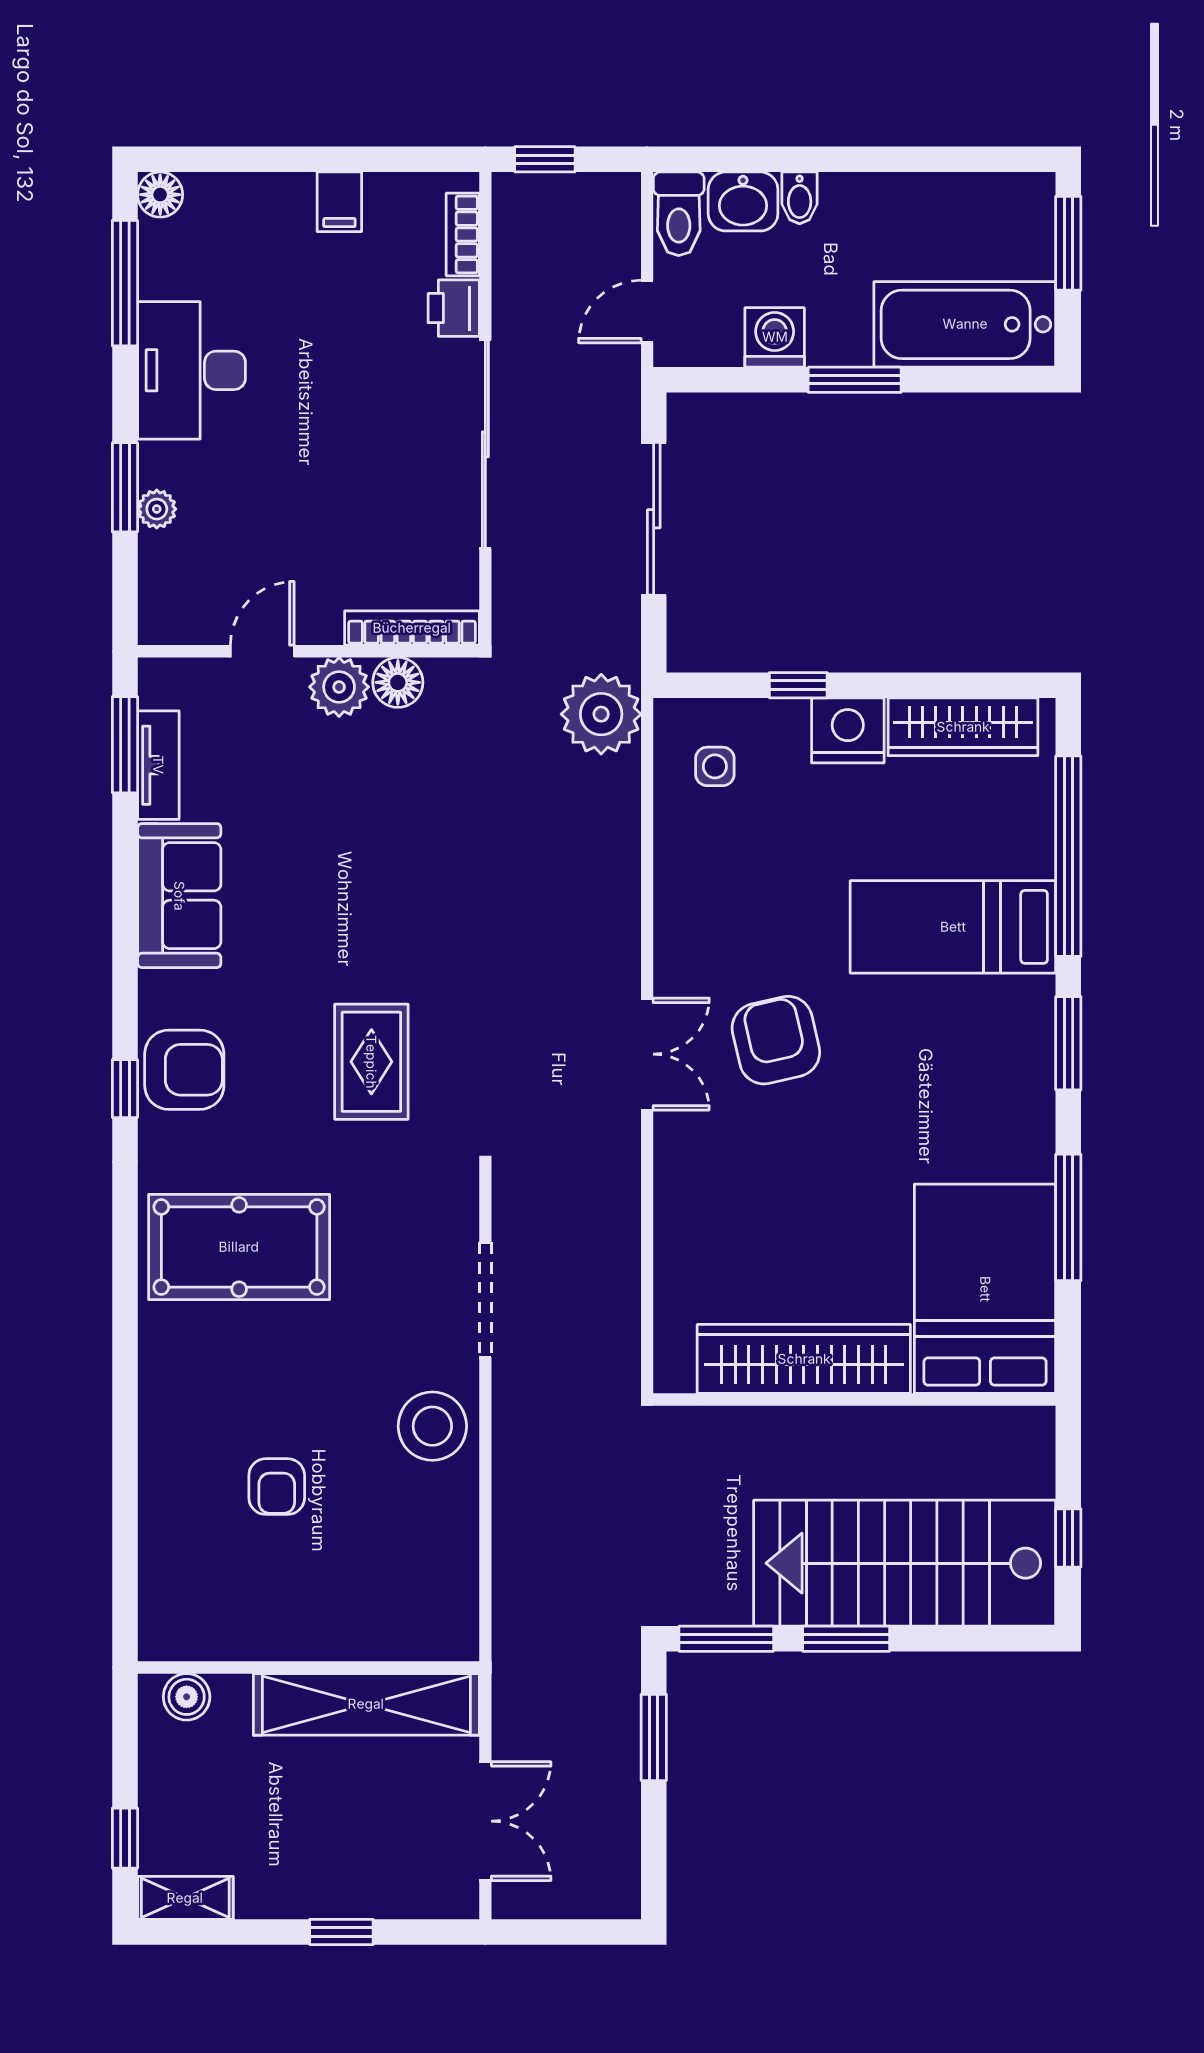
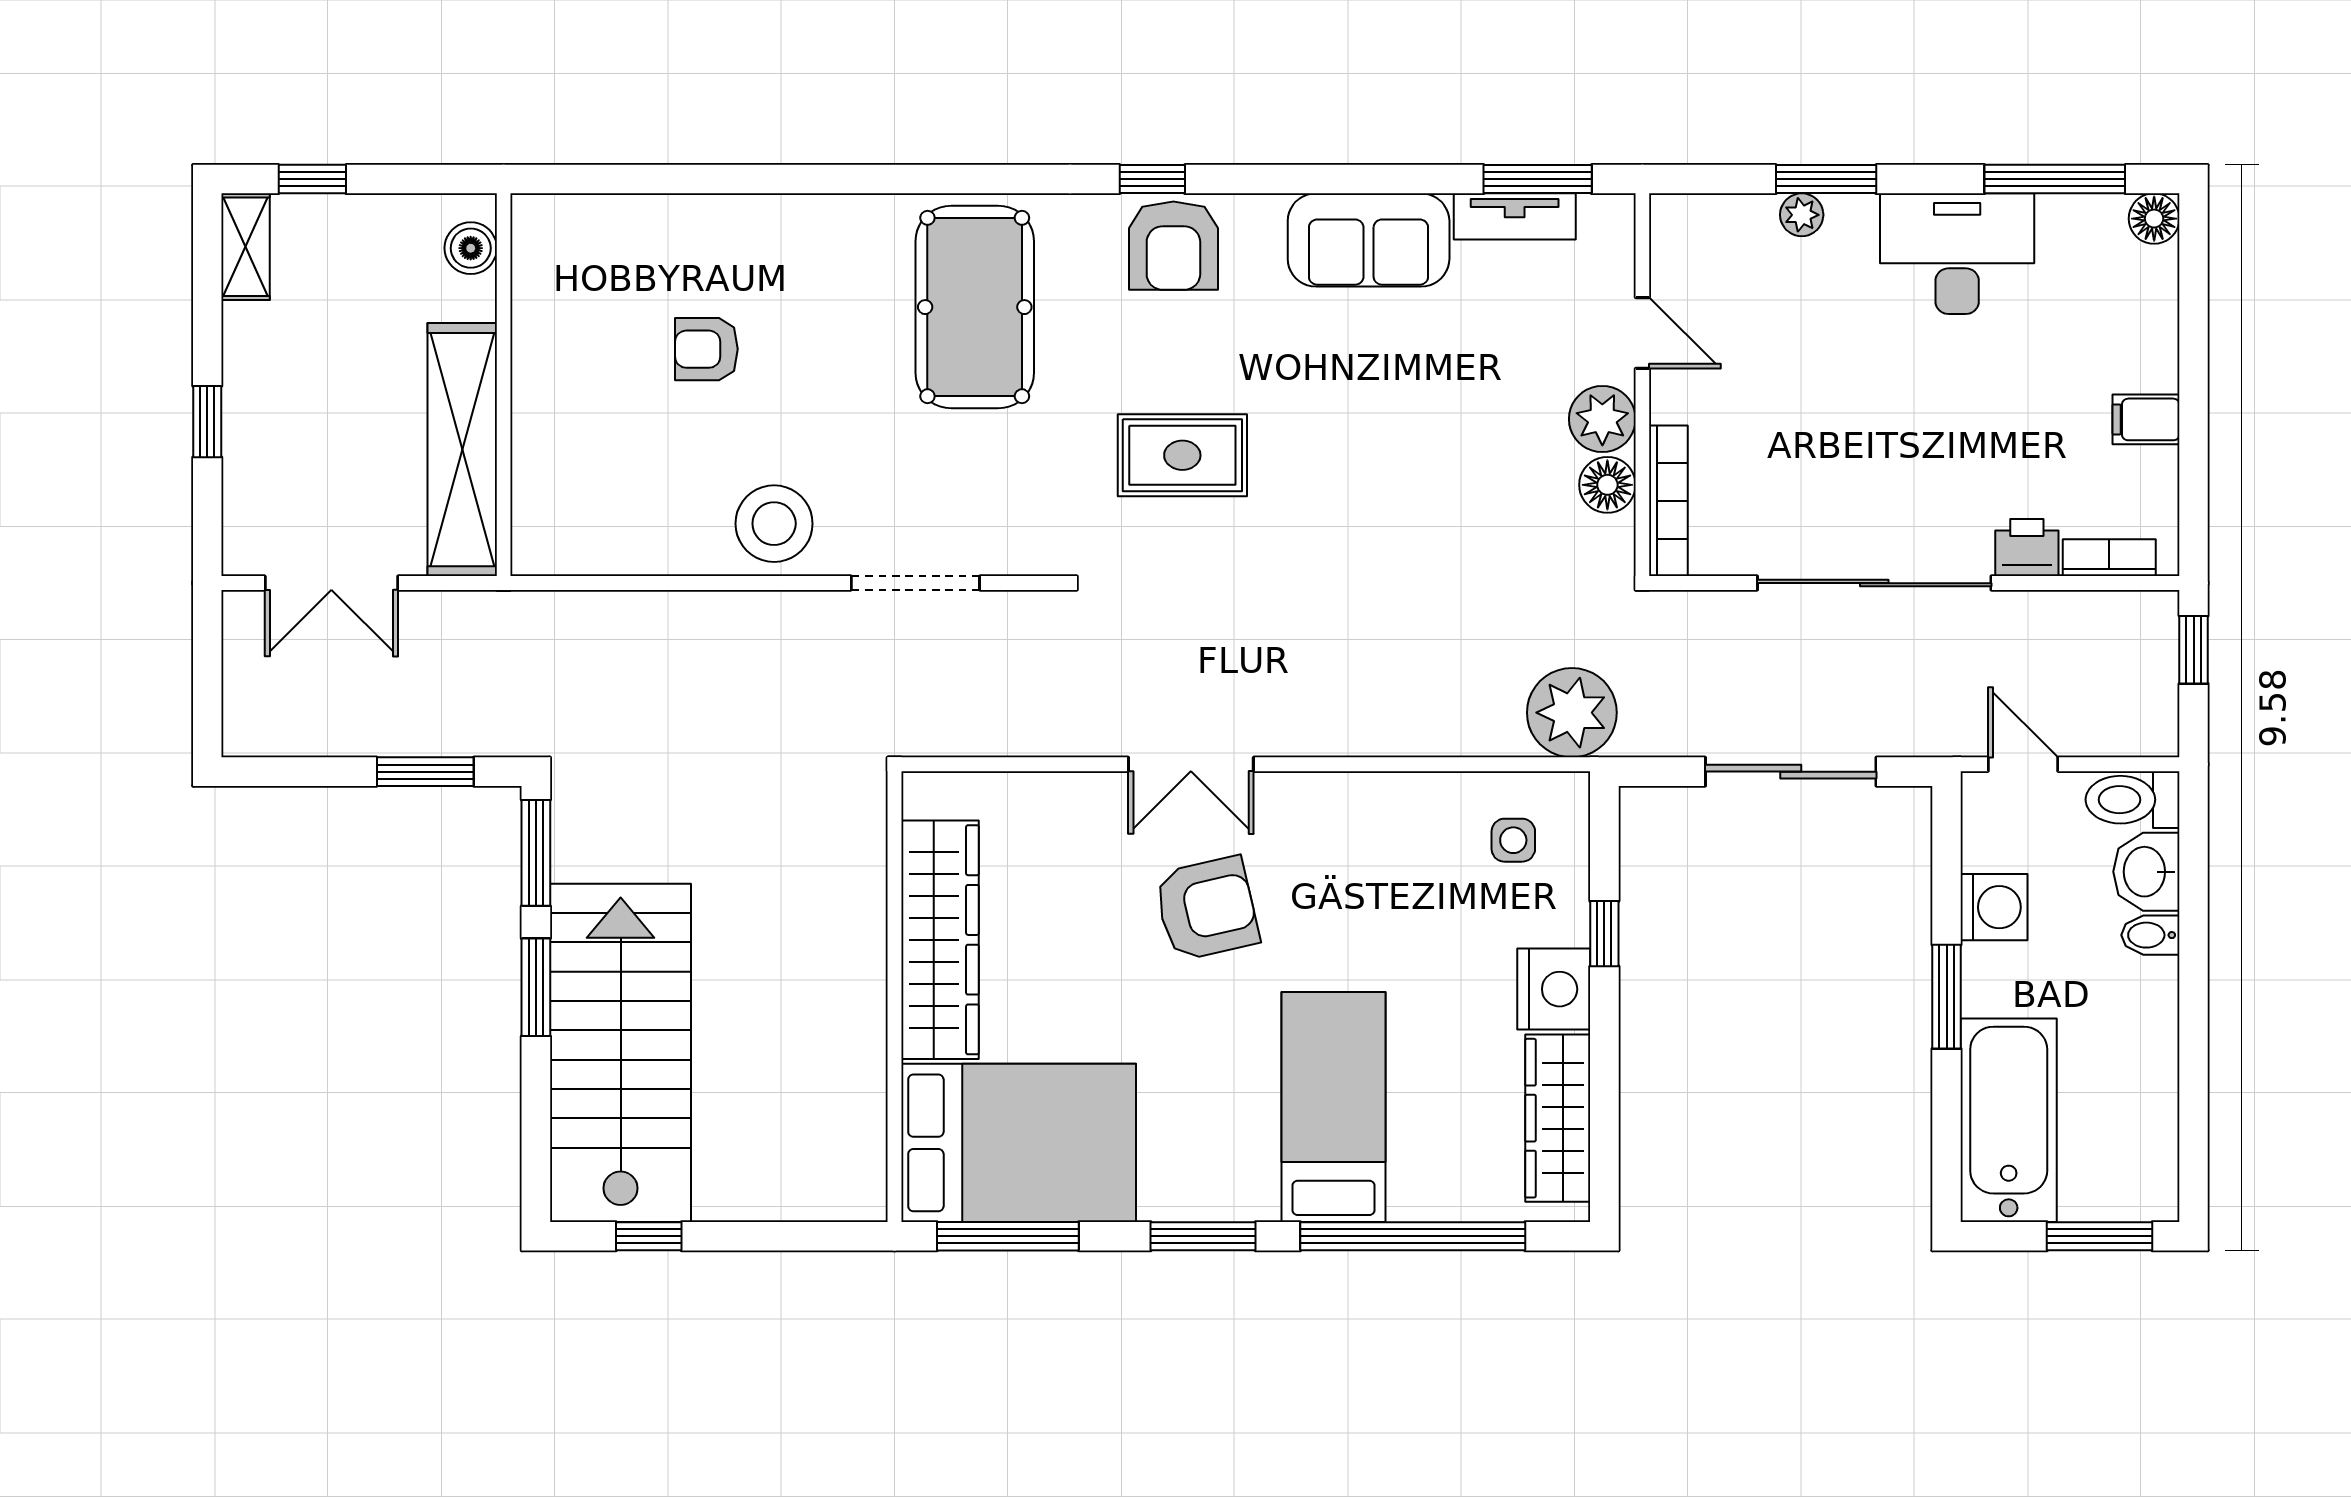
bed: (985, 1289) -> (1019, 1143), moved
wardrobe: (804, 1359) -> (940, 940), moved
wall: (854, 1400) -> (894, 997), moved

